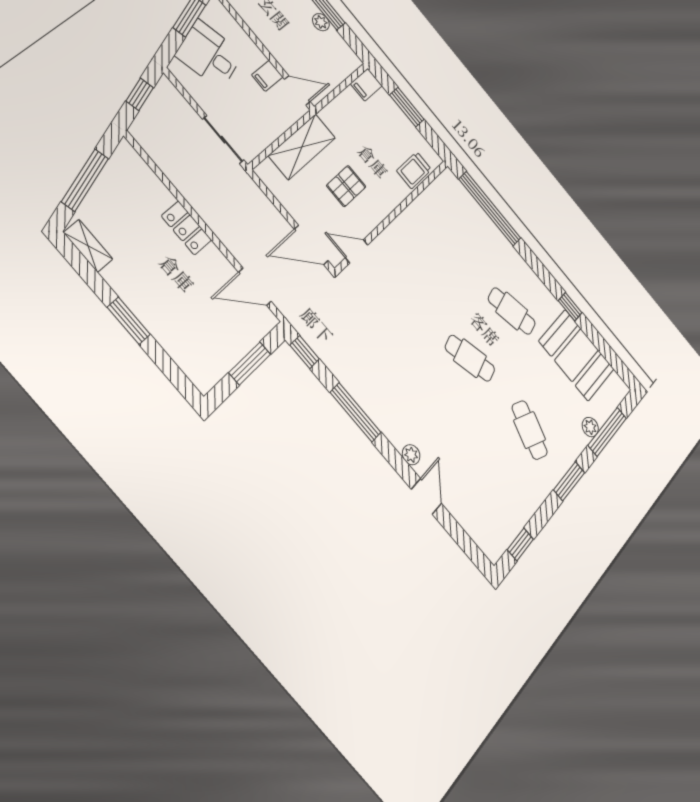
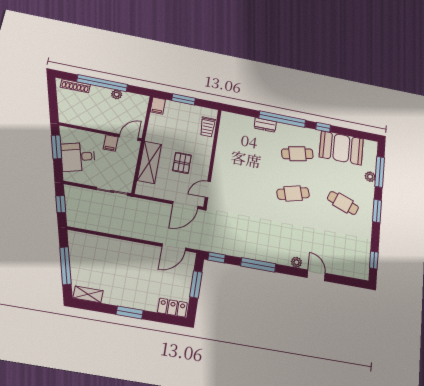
window: (490, 209) -> (282, 119), moved
locker: (186, 228) -> (172, 308), moved, turned 180
dresser: (494, 236) -> (265, 125), added

